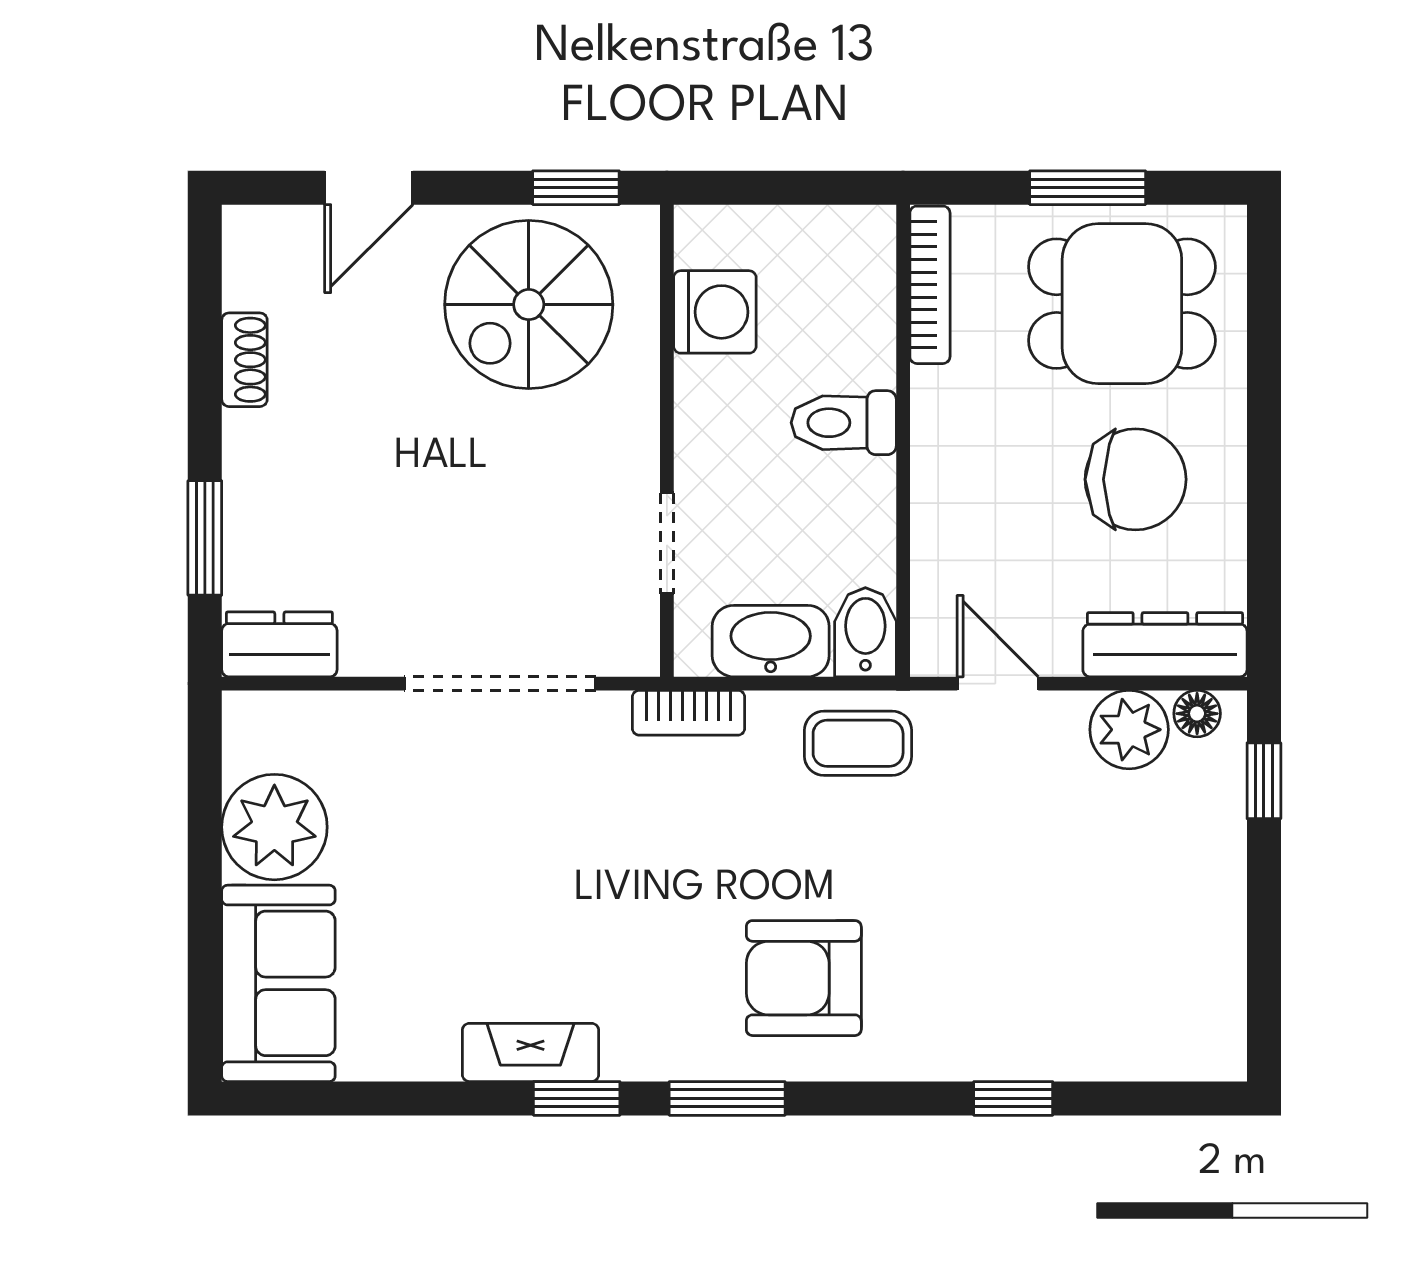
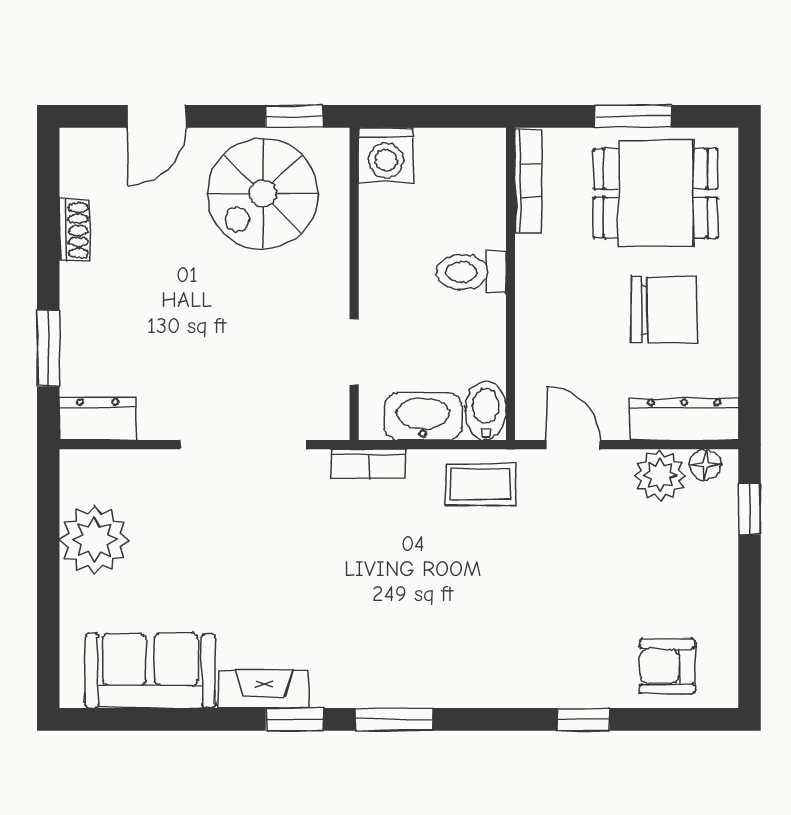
washing machine: (715, 312) -> (386, 155), moved, turned 90
armchair: (804, 978) -> (667, 666), moved, width x0.72, depth x0.72
sofa: (278, 983) -> (150, 671), moved, turned -90

